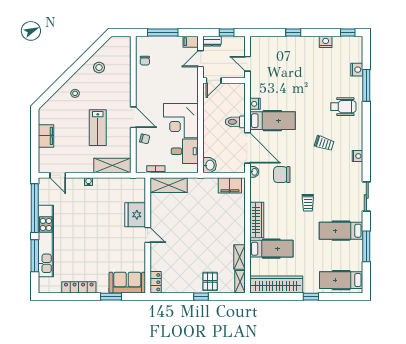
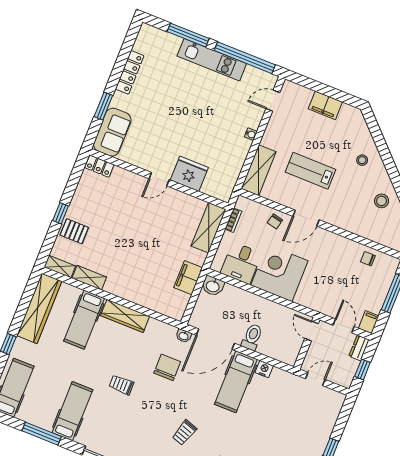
filing cabinet: (230, 185) -> (188, 278), moved
kitchen unit: (46, 241) -> (212, 60), width x0.73

